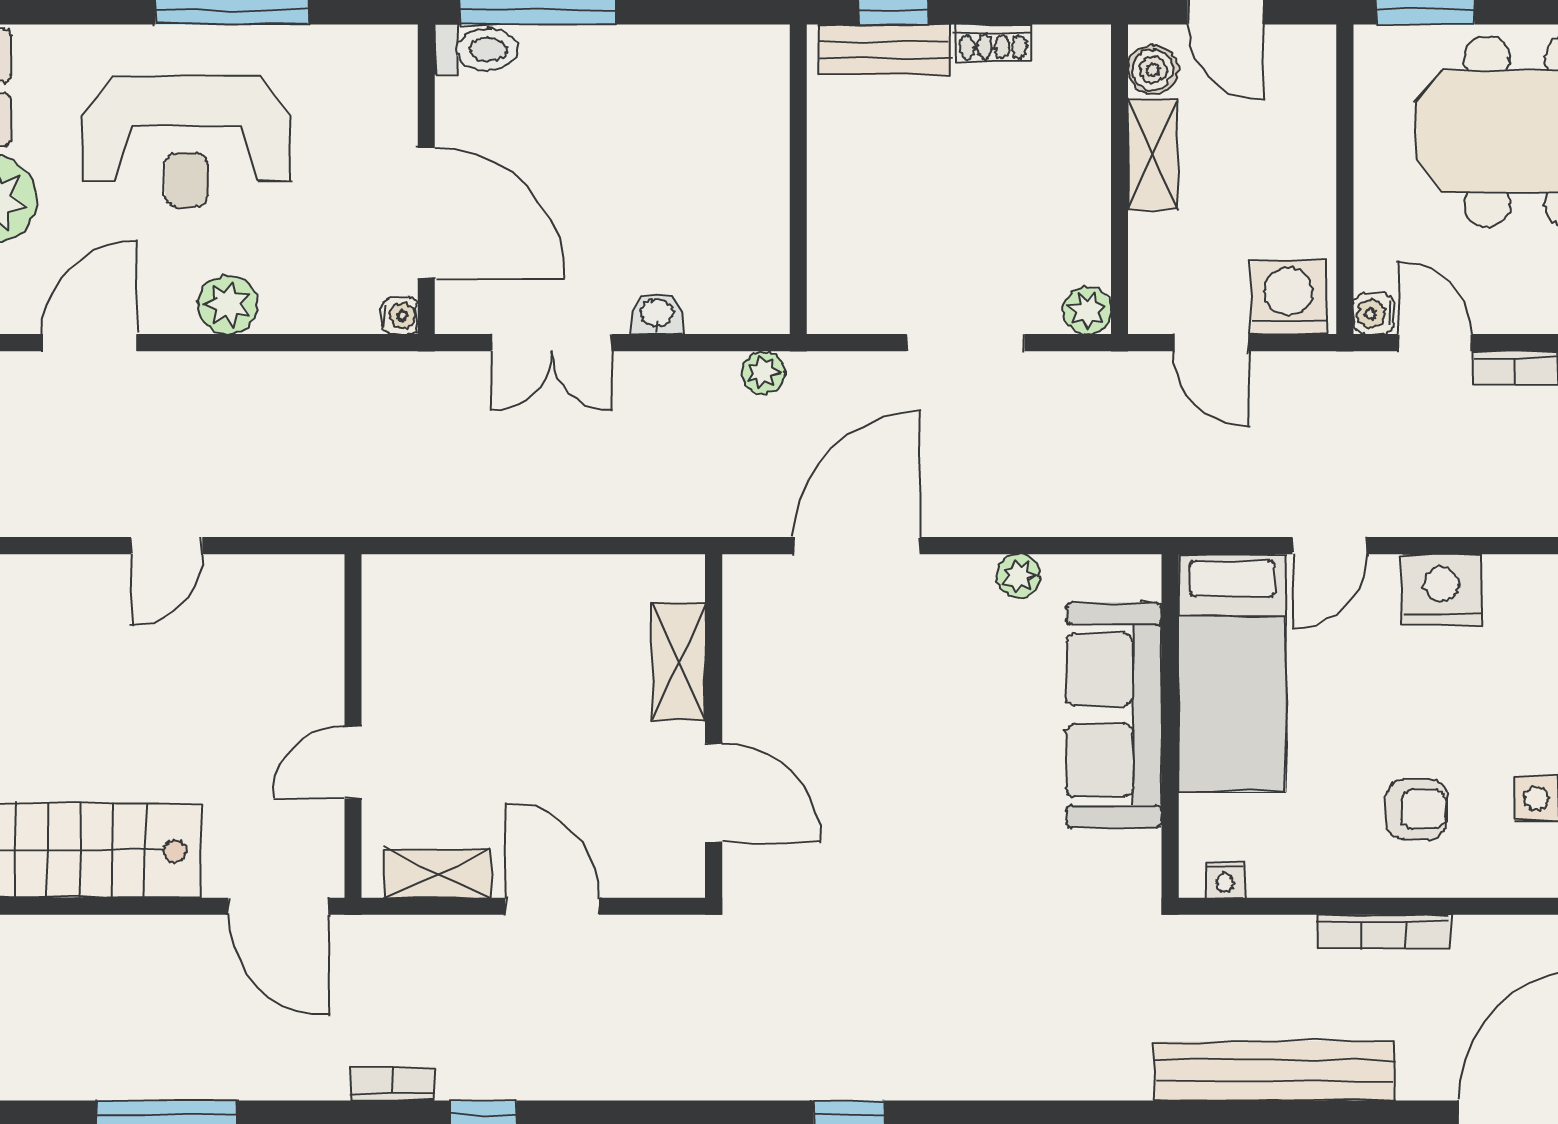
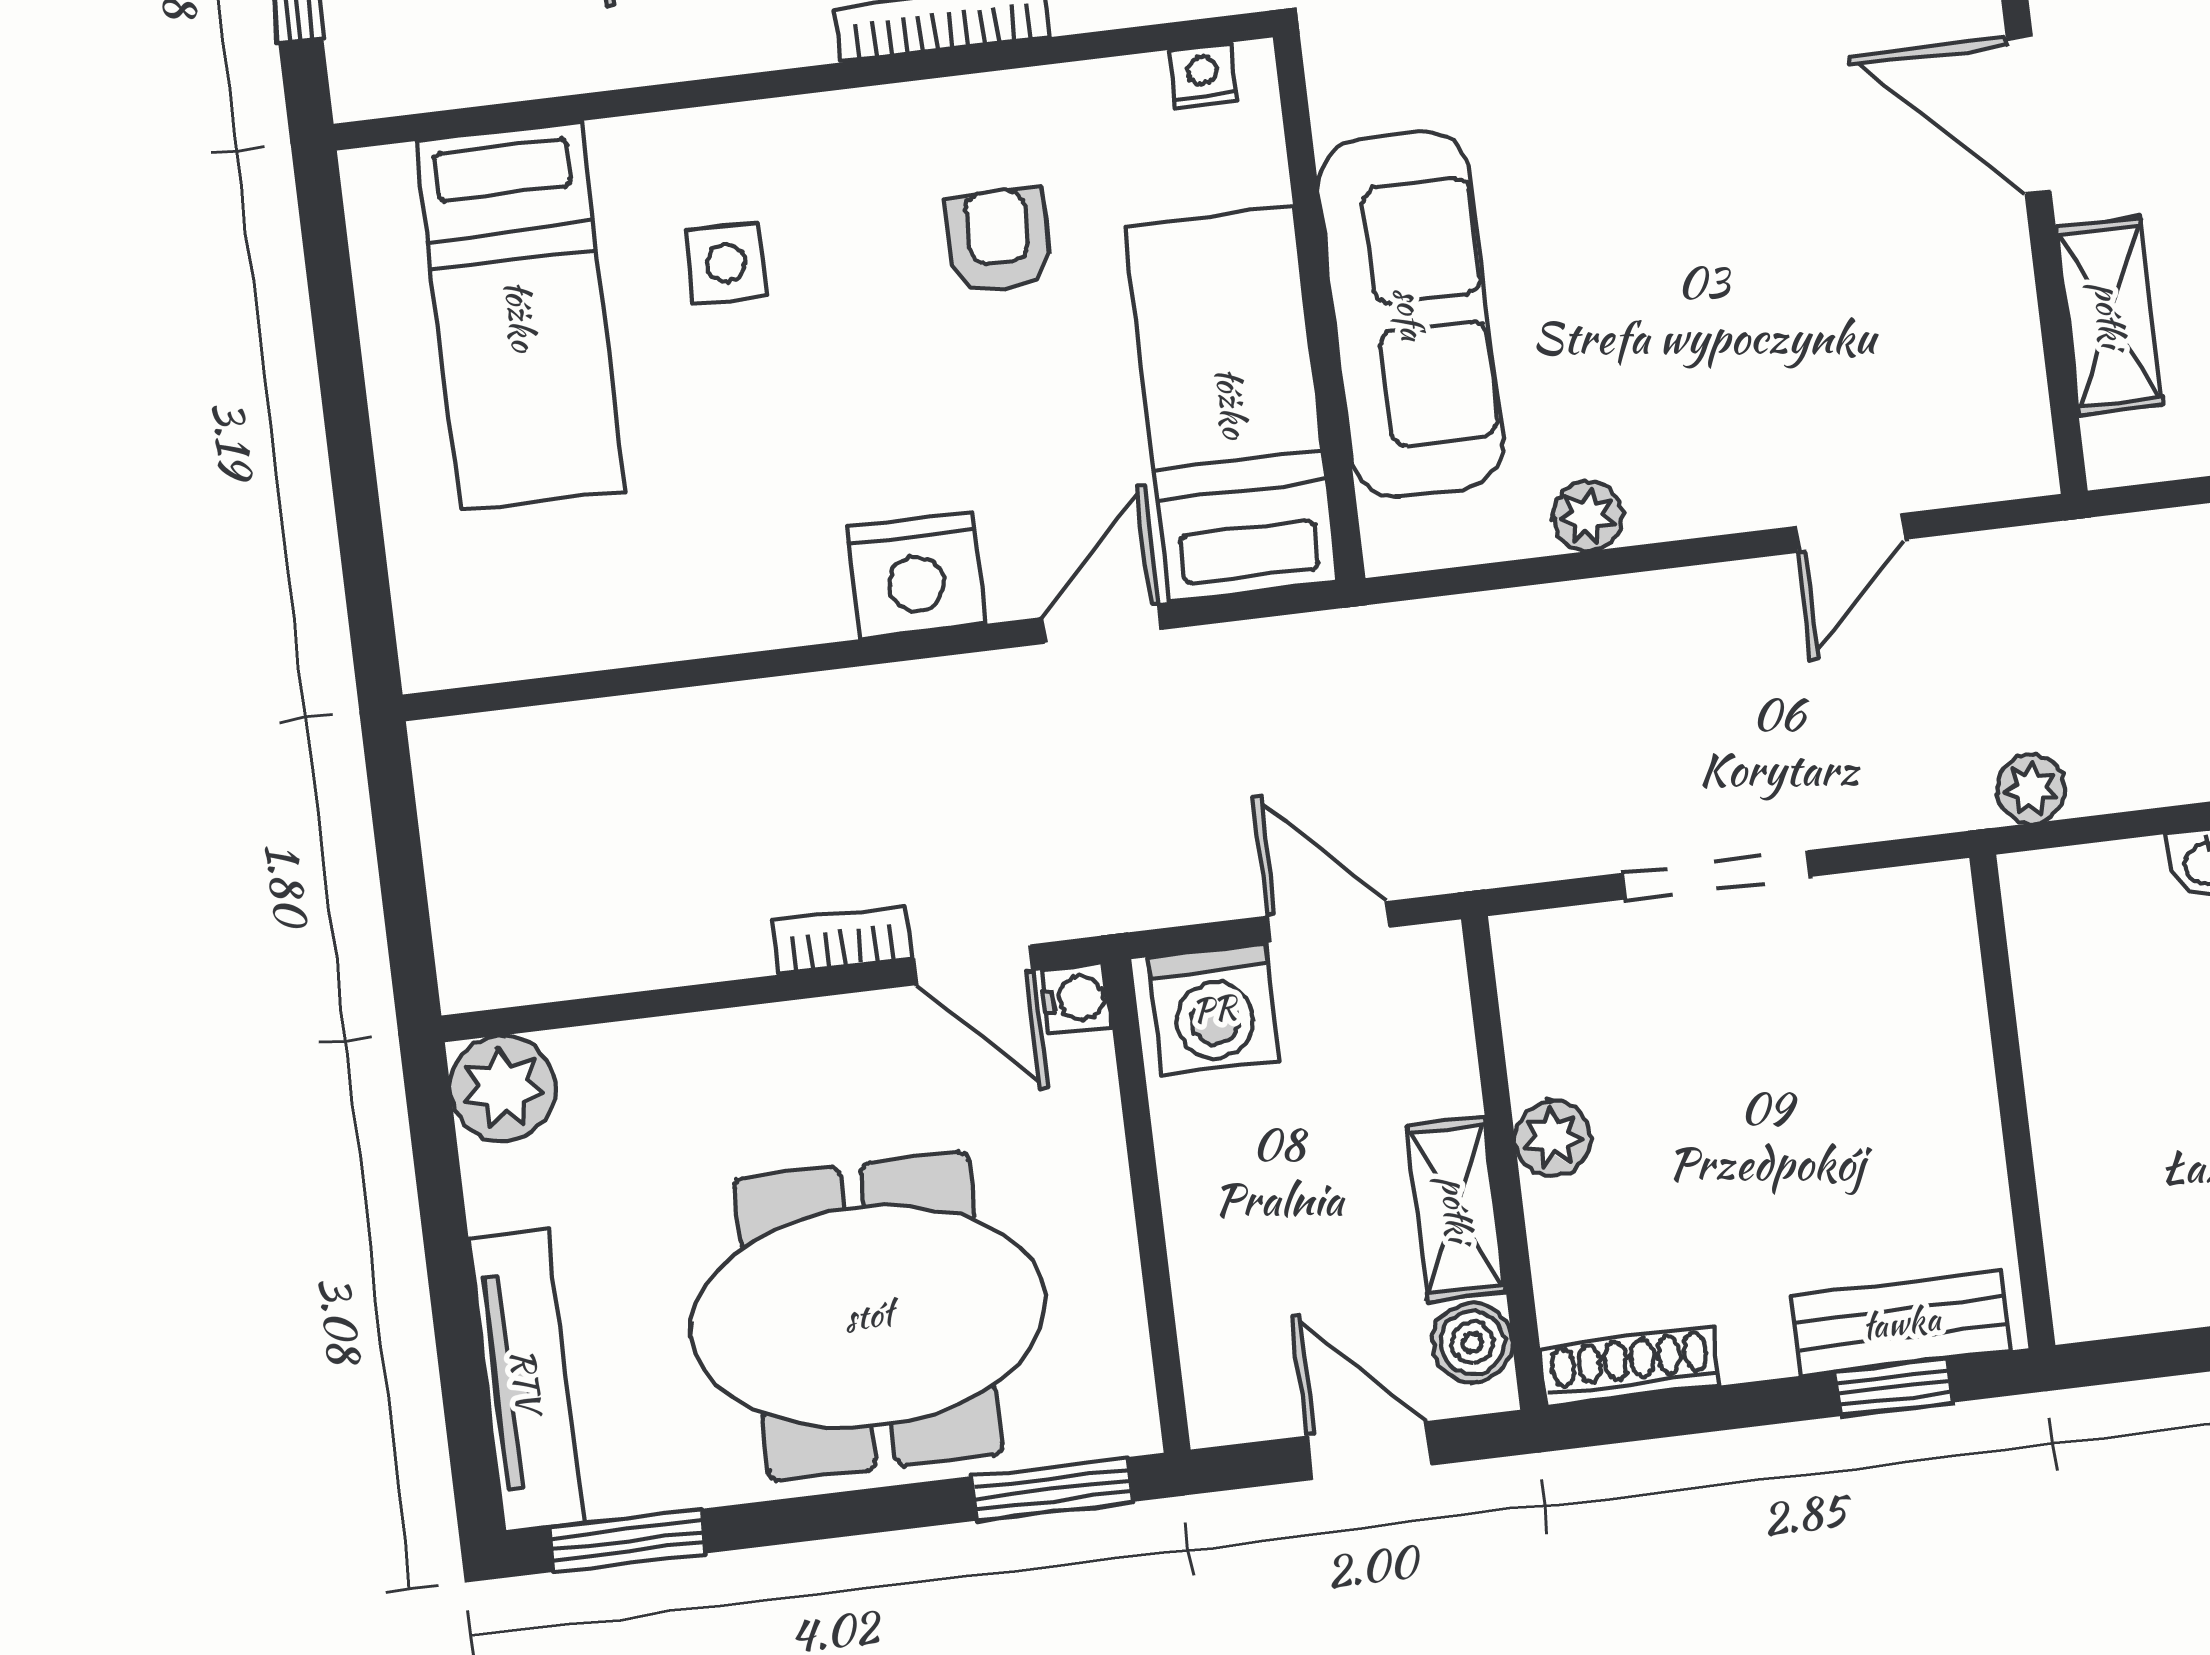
shoe rack: (993, 43) -> (1630, 1367), moved, width x1.43
plant: (1087, 310) -> (1553, 1138), moved
door: (857, 546) -> (1850, 533), width x0.53
armchair: (1417, 809) -> (998, 240), moved, turned 90

